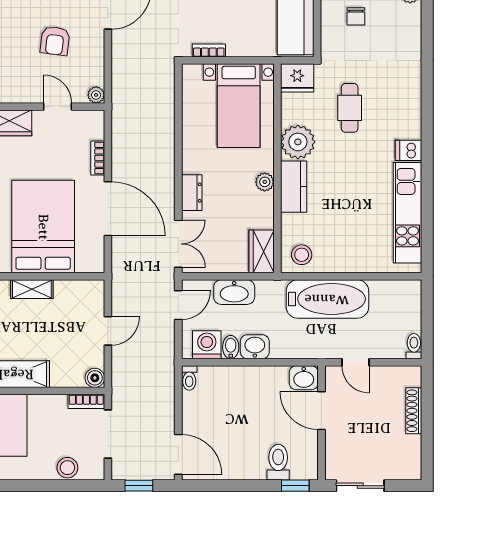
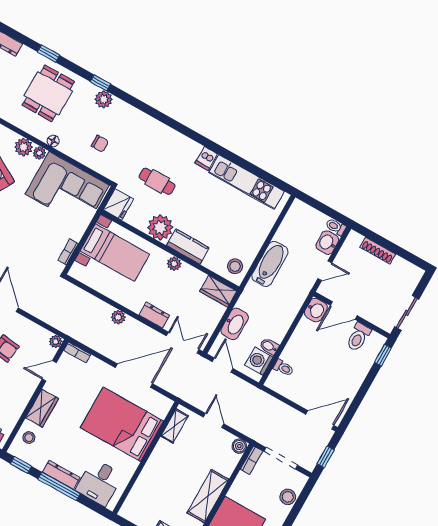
plant: (166, 152) -> (118, 317), added
bookcase: (98, 158) -> (77, 352), moved
shelving: (32, 289) -> (175, 426), moved
bathtub: (327, 299) -> (270, 264), width x0.73, depth x0.73
washbasin: (255, 347) -> (327, 243), moved
toilet: (189, 378) -> (284, 368), moved
toilet: (278, 462) -> (358, 337), moved, turned -90

